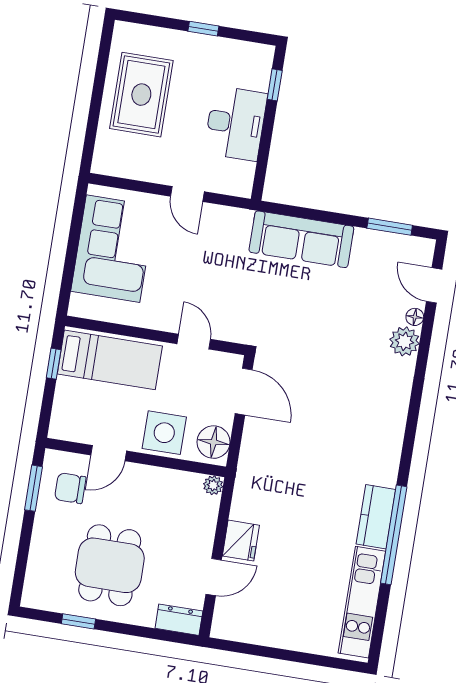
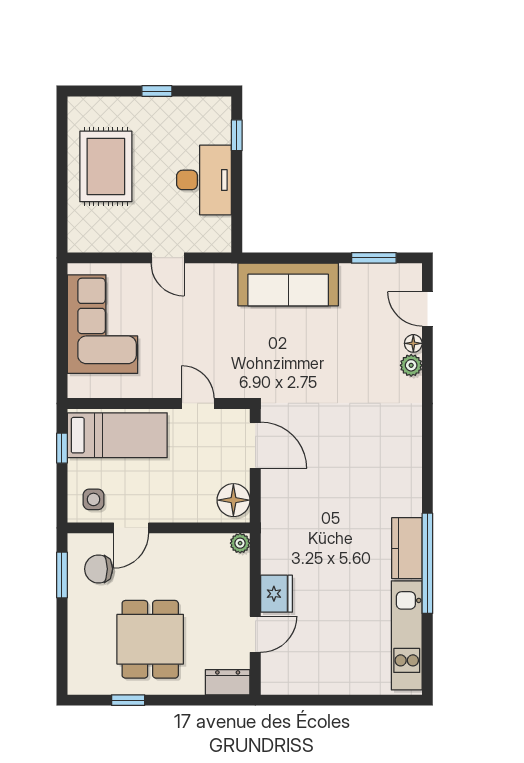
plant: (404, 341) -> (411, 365), width x0.73, depth x0.73
side table: (164, 433) -> (94, 499), moved, width x0.54, depth x0.54

